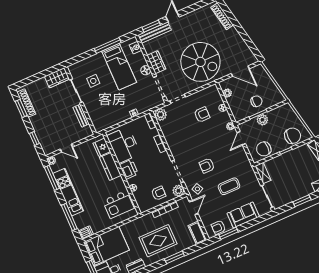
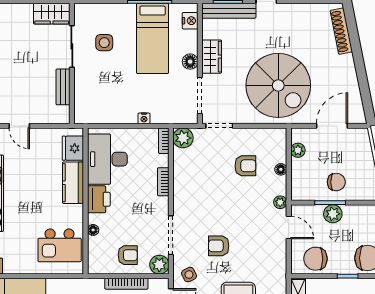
door: (240, 71) -> (332, 126), swing flipped
door: (241, 138) -> (289, 227), swing flipped

